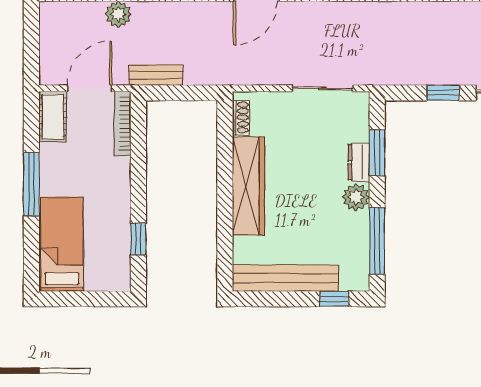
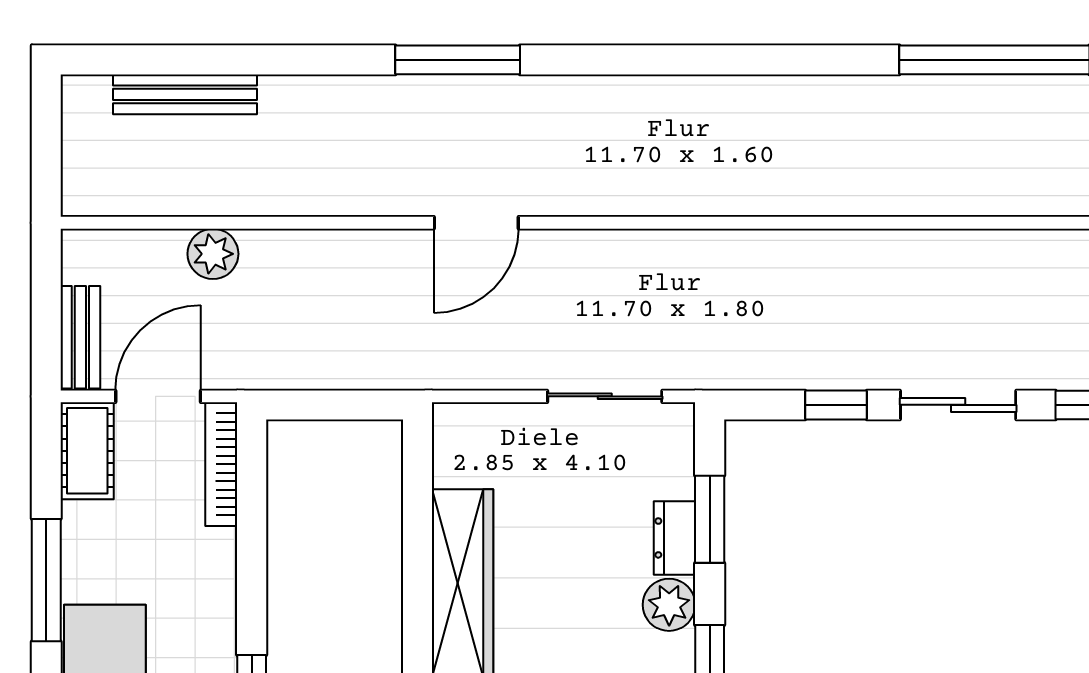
bench: (156, 75) -> (80, 337), moved, turned 90
shoe rack: (241, 117) -> (448, 452), removed

